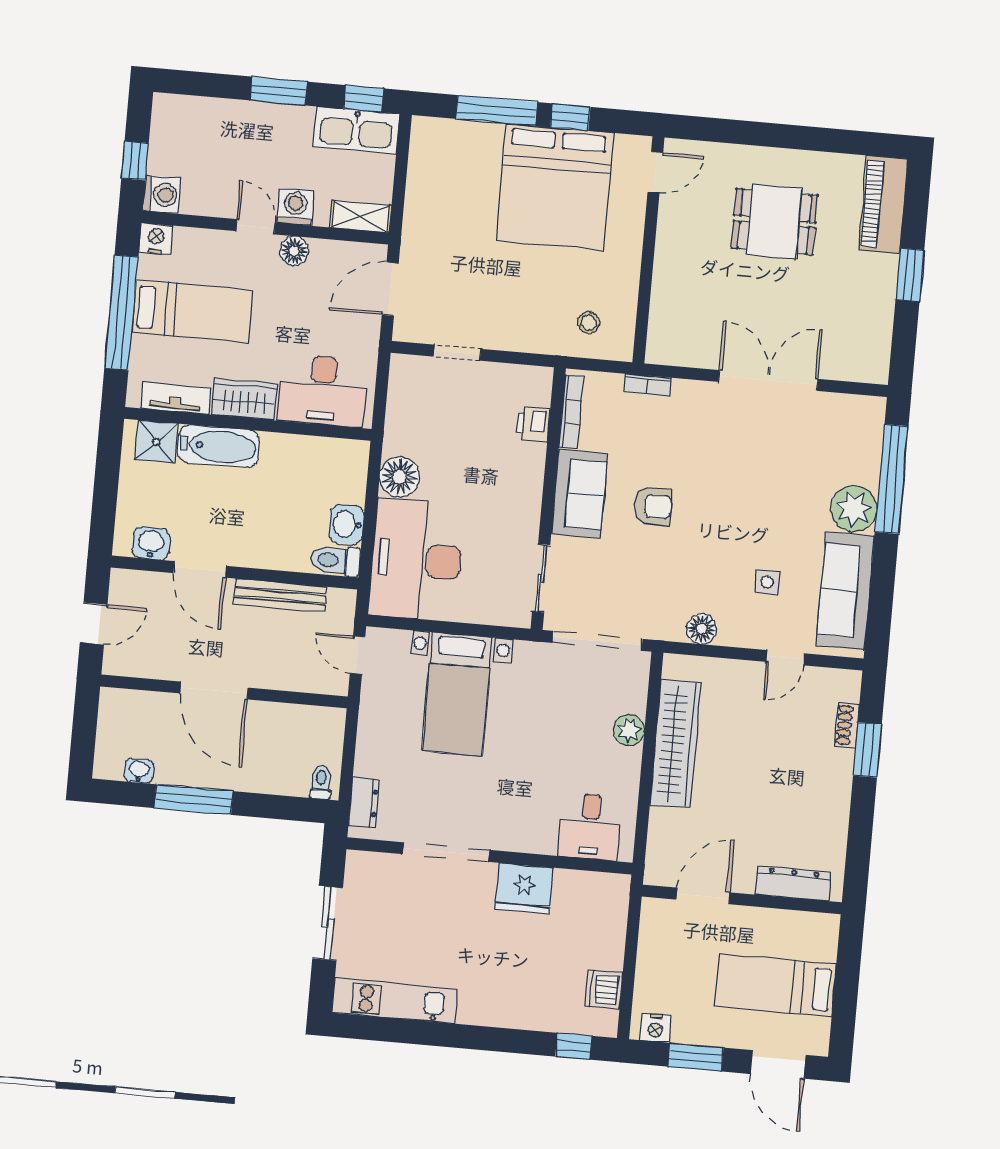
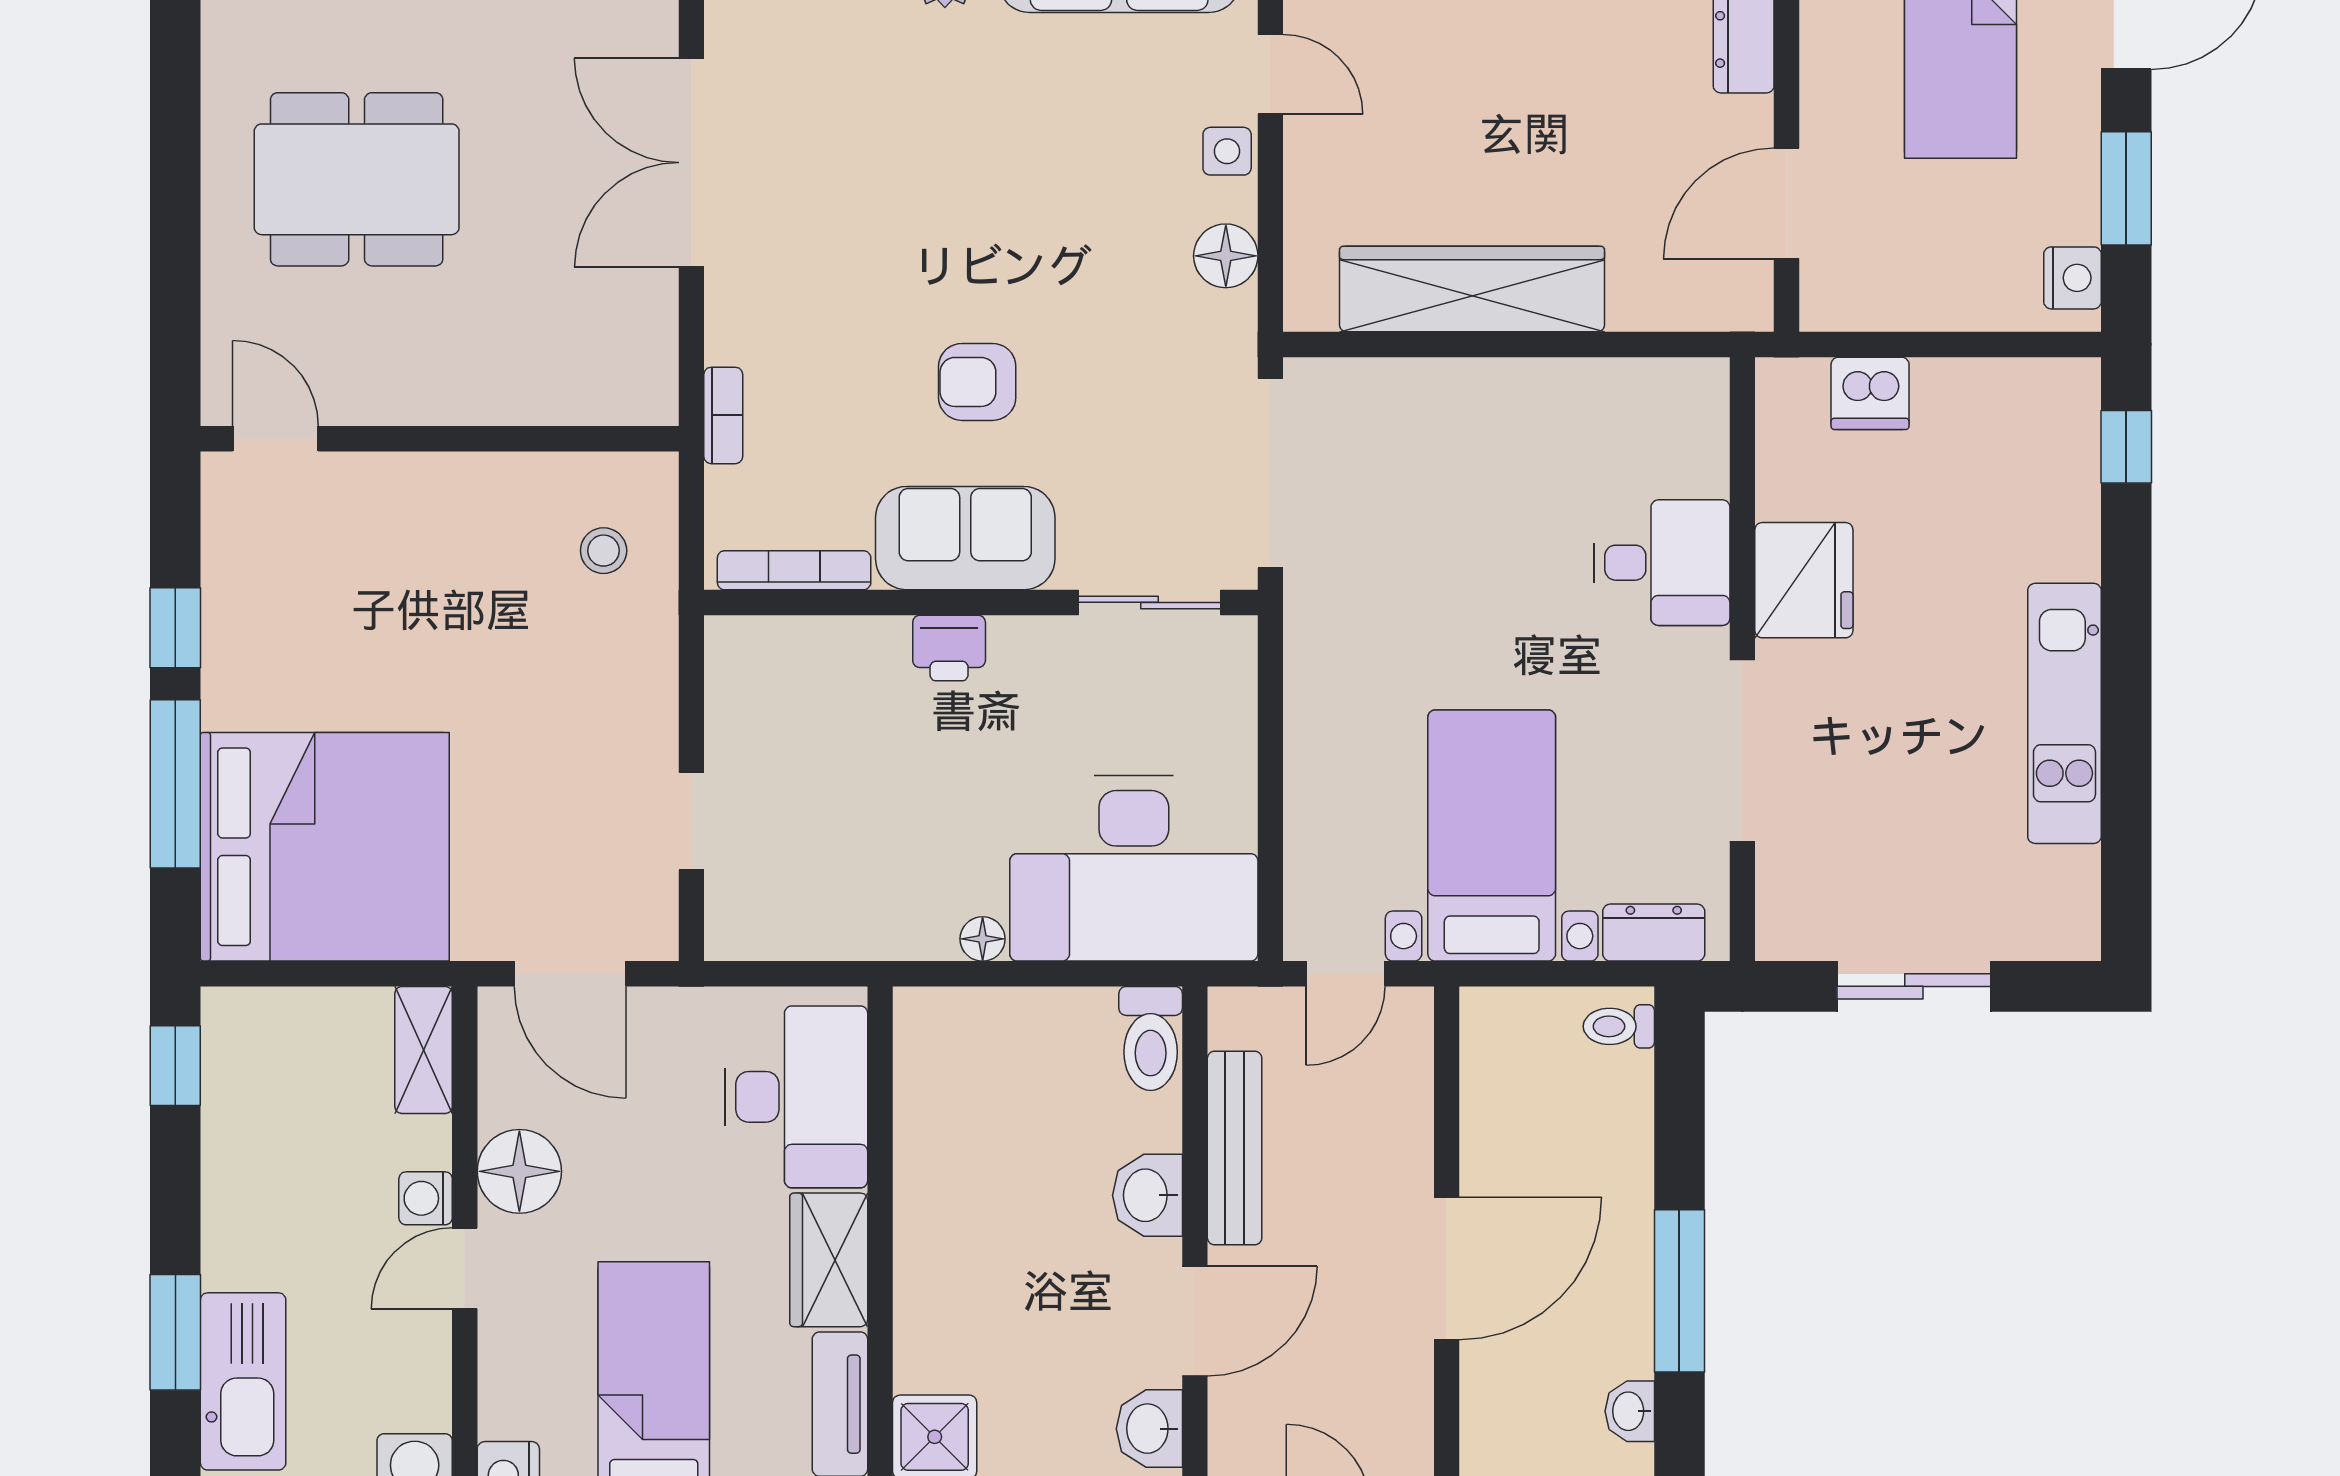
window: (279, 91) -> (175, 1332), moved
kitchen sink: (356, 130) -> (243, 1381), moved
bed: (555, 187) -> (325, 847), moved
washing machine: (295, 207) -> (426, 1198), width x0.73, depth x0.73
dining table: (774, 222) -> (357, 179), width x1.38
floor lamp: (294, 251) -> (519, 1171), width x1.38, depth x1.38
printer: (533, 424) -> (949, 648), moved
bathtub: (219, 446) -> (933, 1305), removed
floor lamp: (399, 477) -> (983, 939), width x0.53, depth x0.53
armchair: (653, 506) -> (977, 382), turned -90
washbasin: (347, 524) -> (1147, 1195), moved, turned 90
side table: (767, 582) -> (1227, 151), moved
bed with nightstands: (457, 694) -> (1492, 836), moved, turned -90
plant: (629, 730) -> (1452, 390), removed
desk: (590, 827) -> (1662, 563), moved
door: (703, 896) -> (1786, 203), hinge flipped
dishwasher: (604, 989) -> (1870, 393), moved
kitchen unit: (395, 1001) -> (2064, 713), moved

